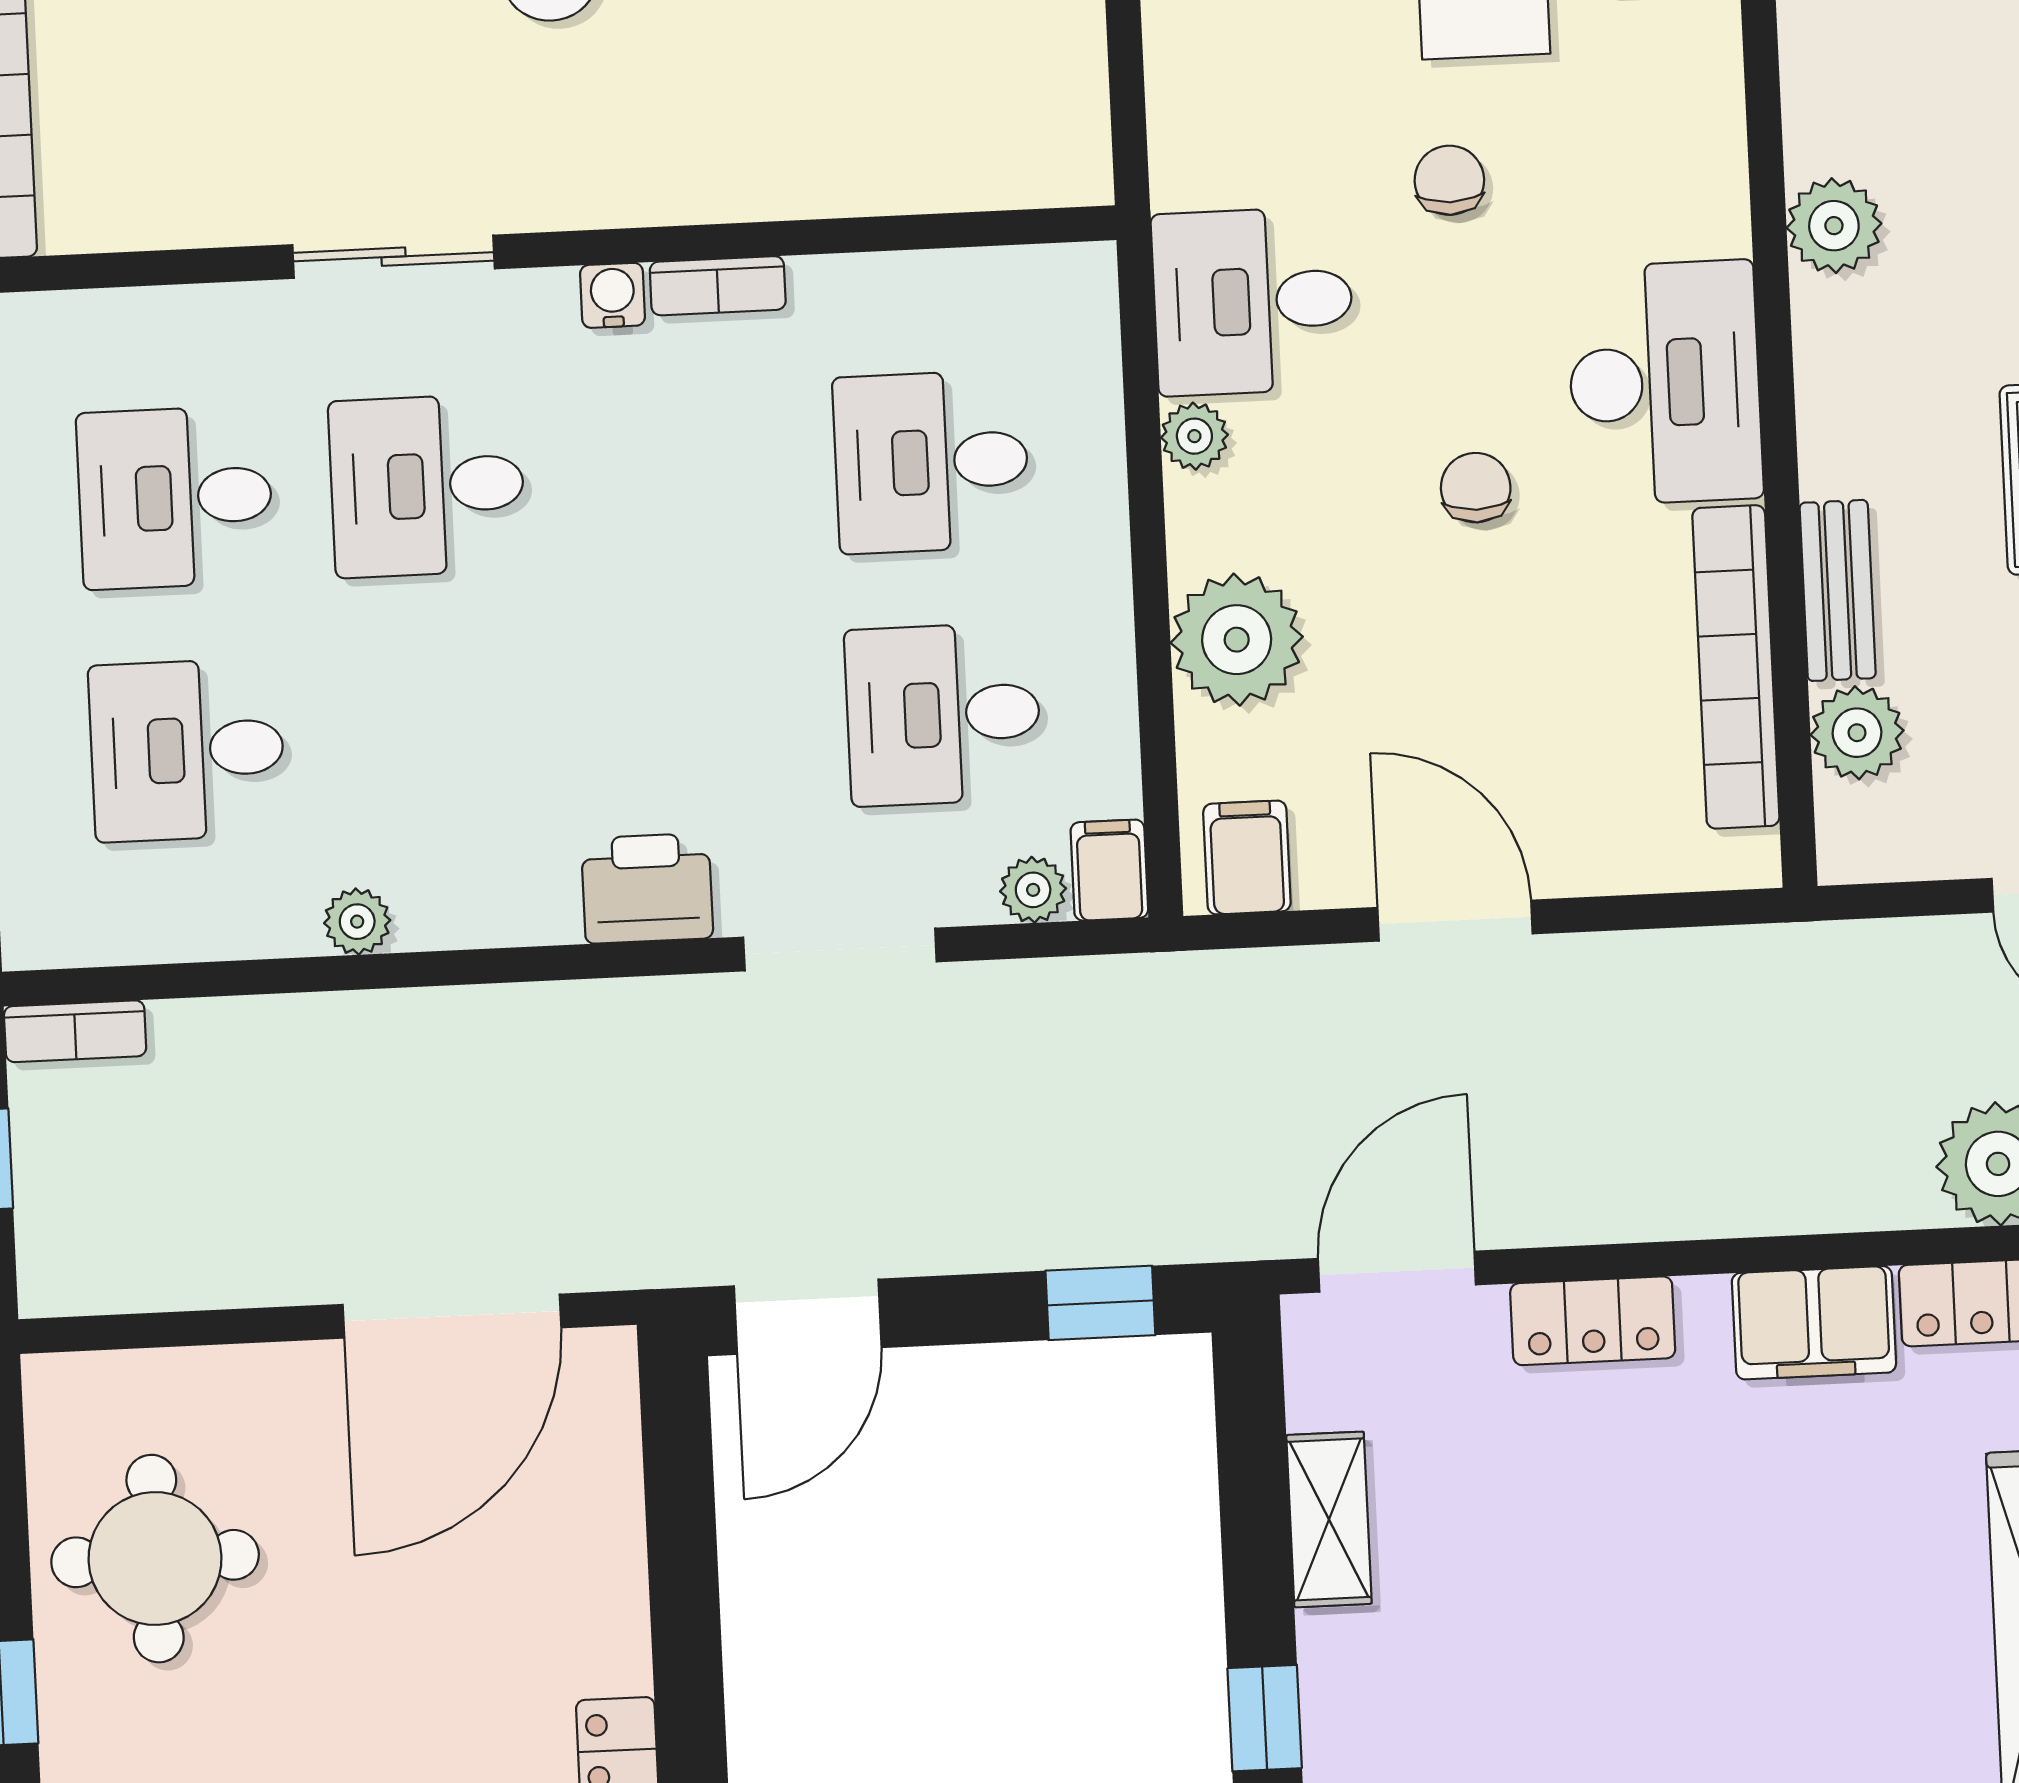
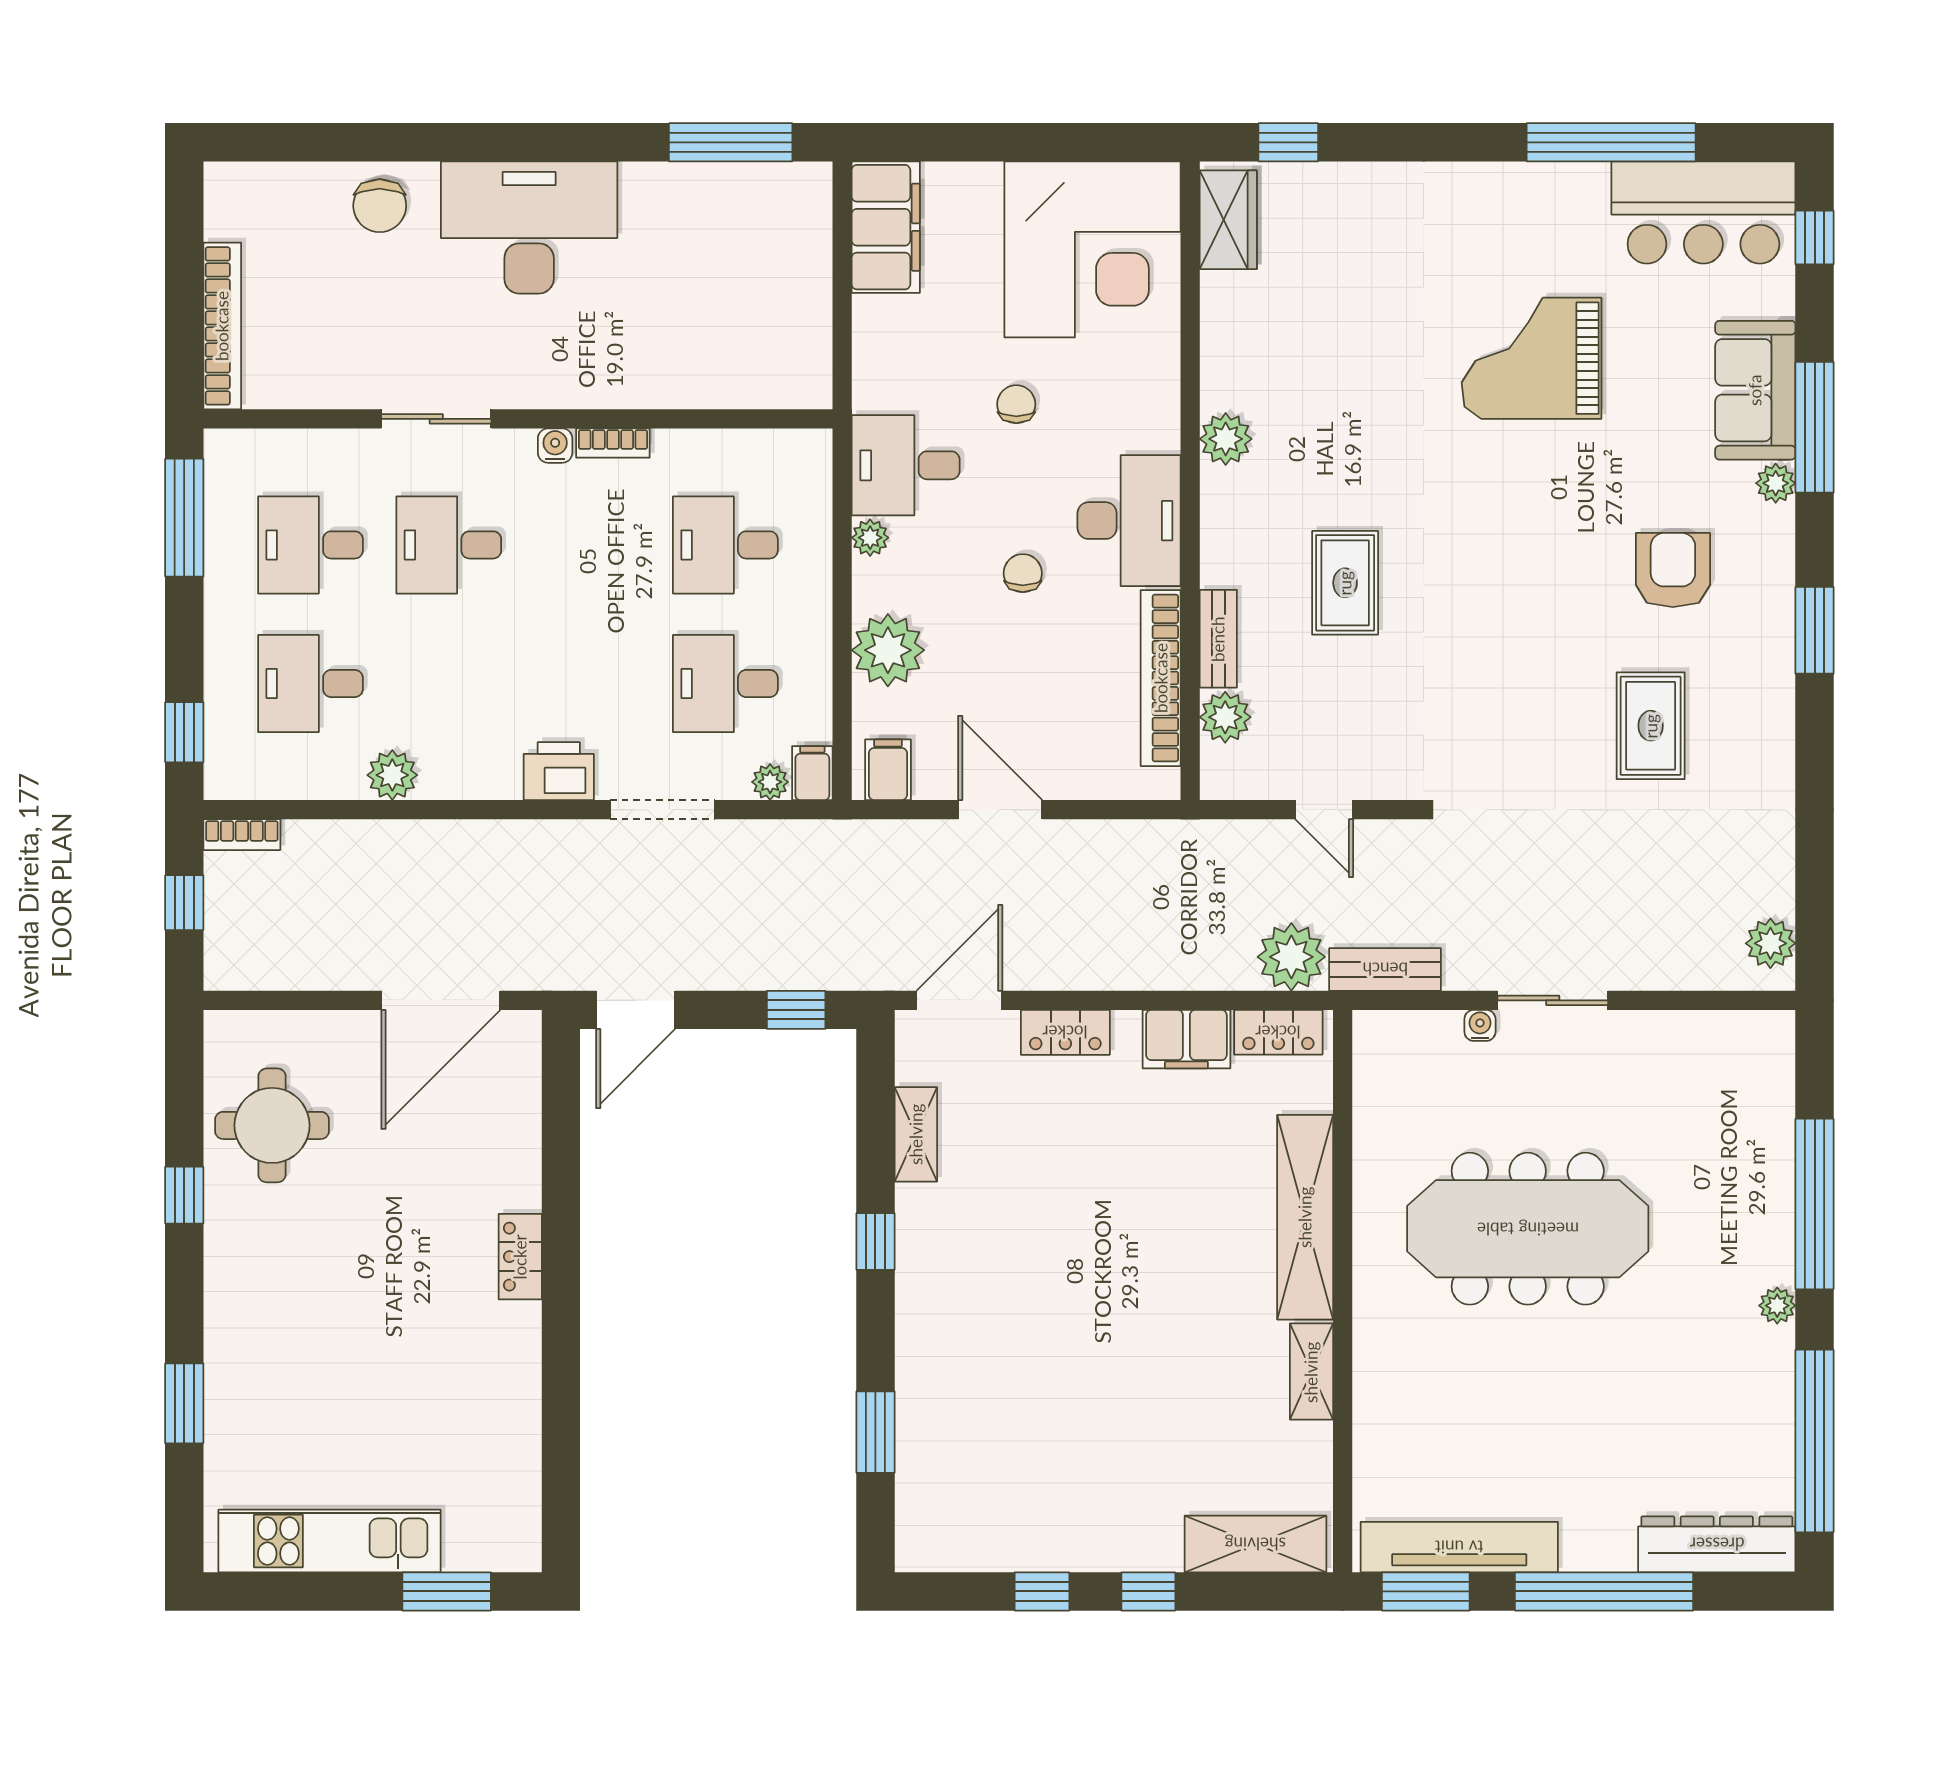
plant: (357, 922) -> (392, 775), width x1.38, depth x1.38

